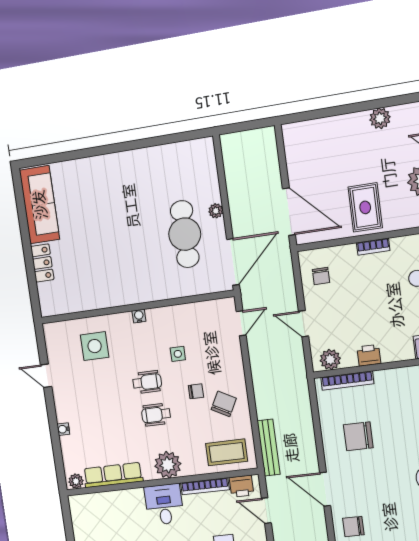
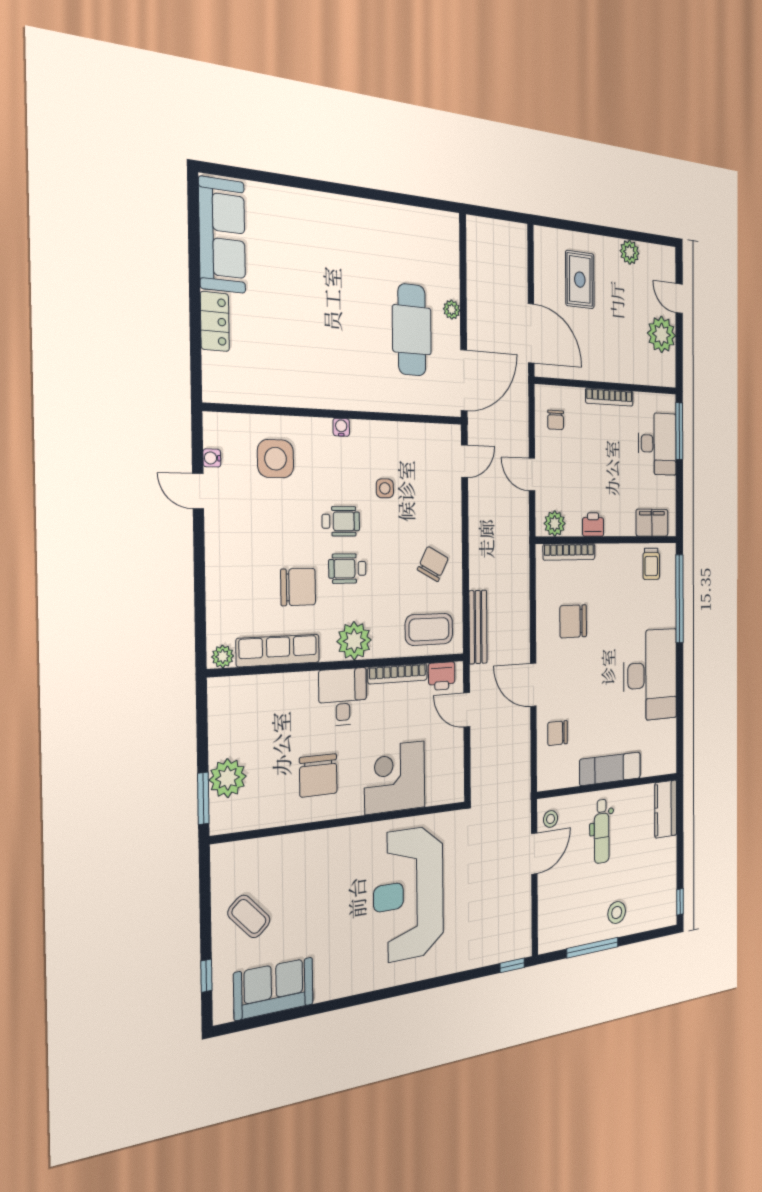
rug: (365, 207) -> (580, 280), moved
bookcase: (373, 247) -> (609, 397), width x1.56
chair: (196, 391) -> (298, 587), moved, width x1.87, depth x1.87
water cooler: (63, 429) -> (212, 458), moved

